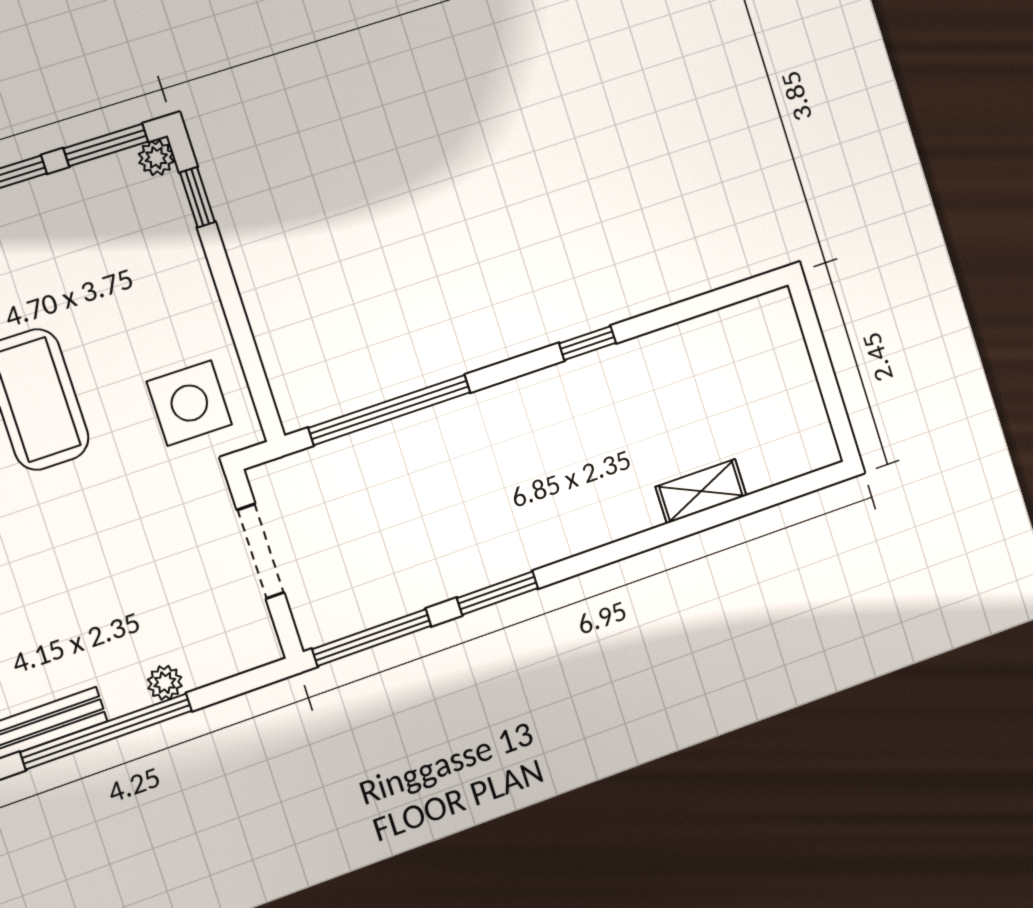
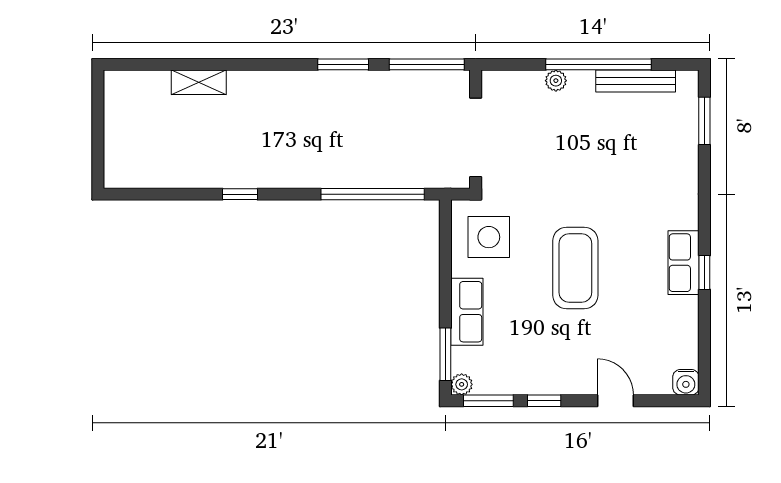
window: (197, 197) -> (445, 354), width x1.50
row of seats: (185, 275) -> (467, 312), added
doorway: (261, 551) -> (476, 137), width x1.36

